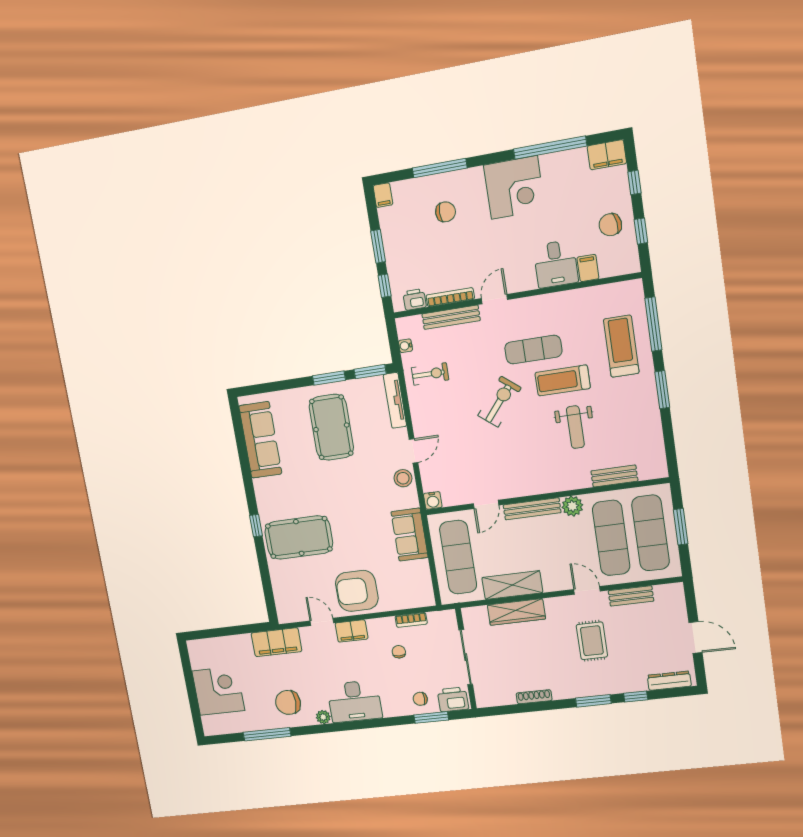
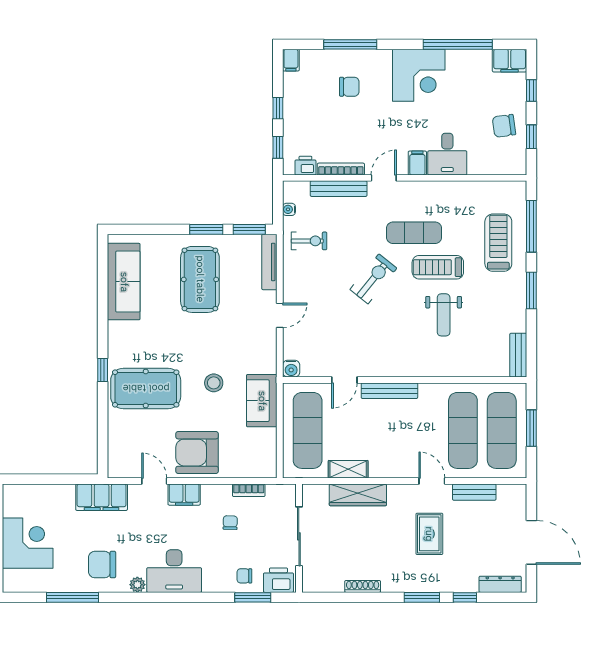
window: (378, 246) -> (278, 108), width x0.67
filing cabinet: (588, 268) -> (417, 163), moved
bench: (614, 476) -> (518, 355), moved, turned 90
stool: (403, 478) -> (214, 383), moved
plant: (572, 506) -> (430, 393), removed
shelving: (512, 585) -> (348, 469), width x0.67, depth x0.75
door: (696, 637) -> (531, 542), width x1.36

